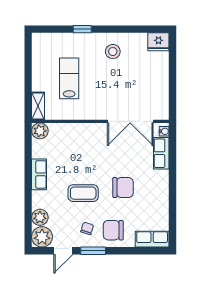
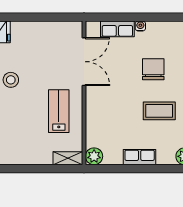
lab bench: (69, 78) -> (59, 111), moved, turned 90
water cooler: (164, 131) -> (140, 26), moved
coffee table: (83, 193) -> (159, 111), turned 90

